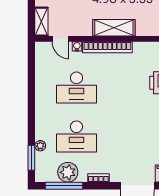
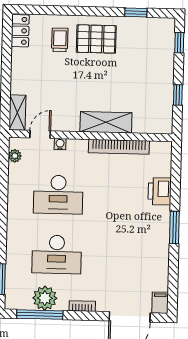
door: (60, 39) -> (40, 134), swing flipped
bookcase: (107, 47) -> (119, 147), moved
plant: (40, 146) -> (15, 156), moved

